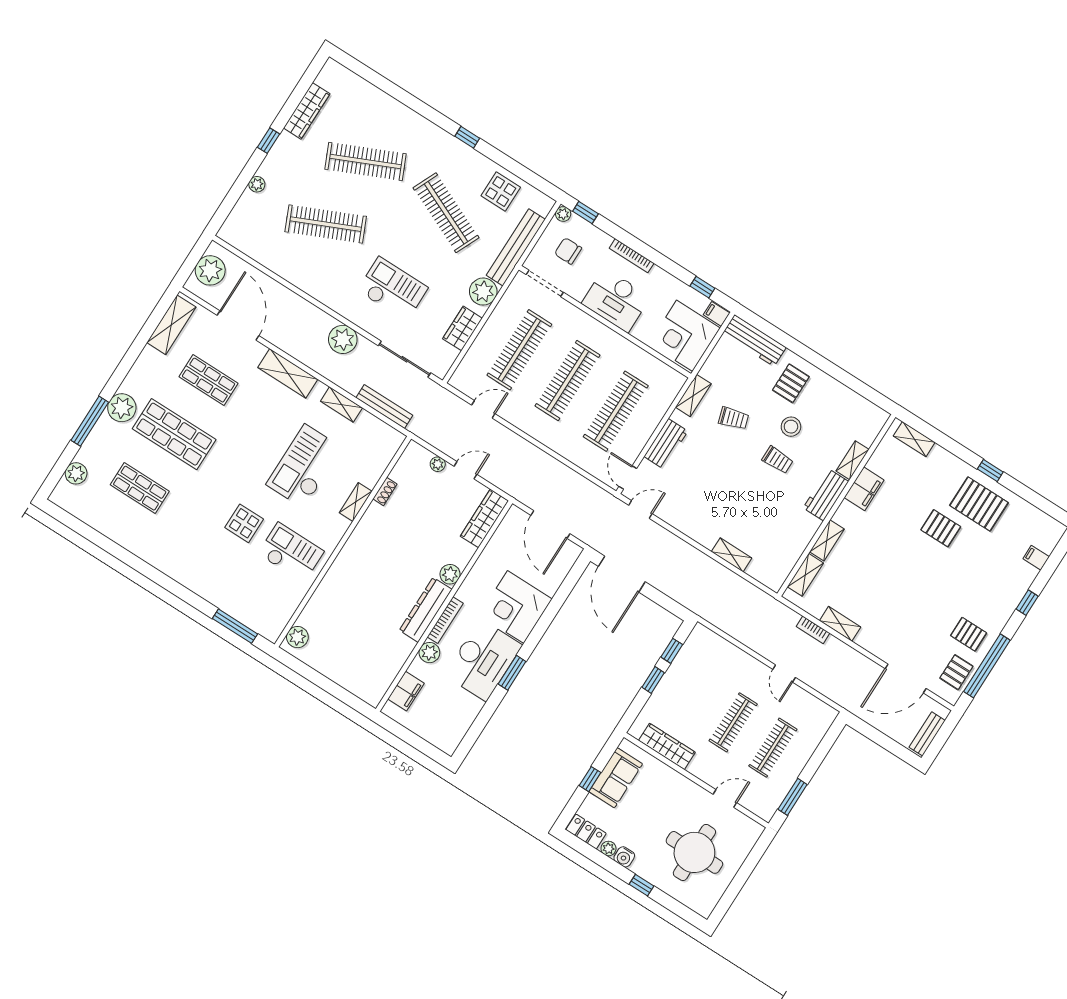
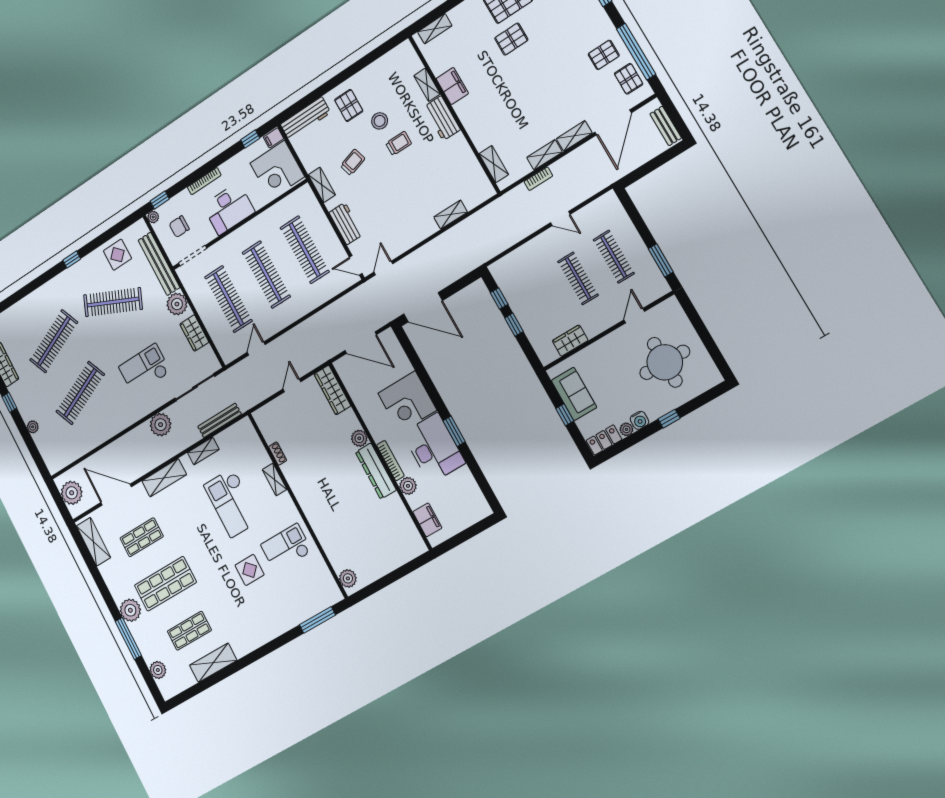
plant: (438, 464) -> (278, 404), removed
shelving: (122, 533) -> (213, 663), added
shelving: (827, 540) -> (574, 136), moved, turned 90
wardrobe: (667, 746) -> (570, 341), width x0.67

